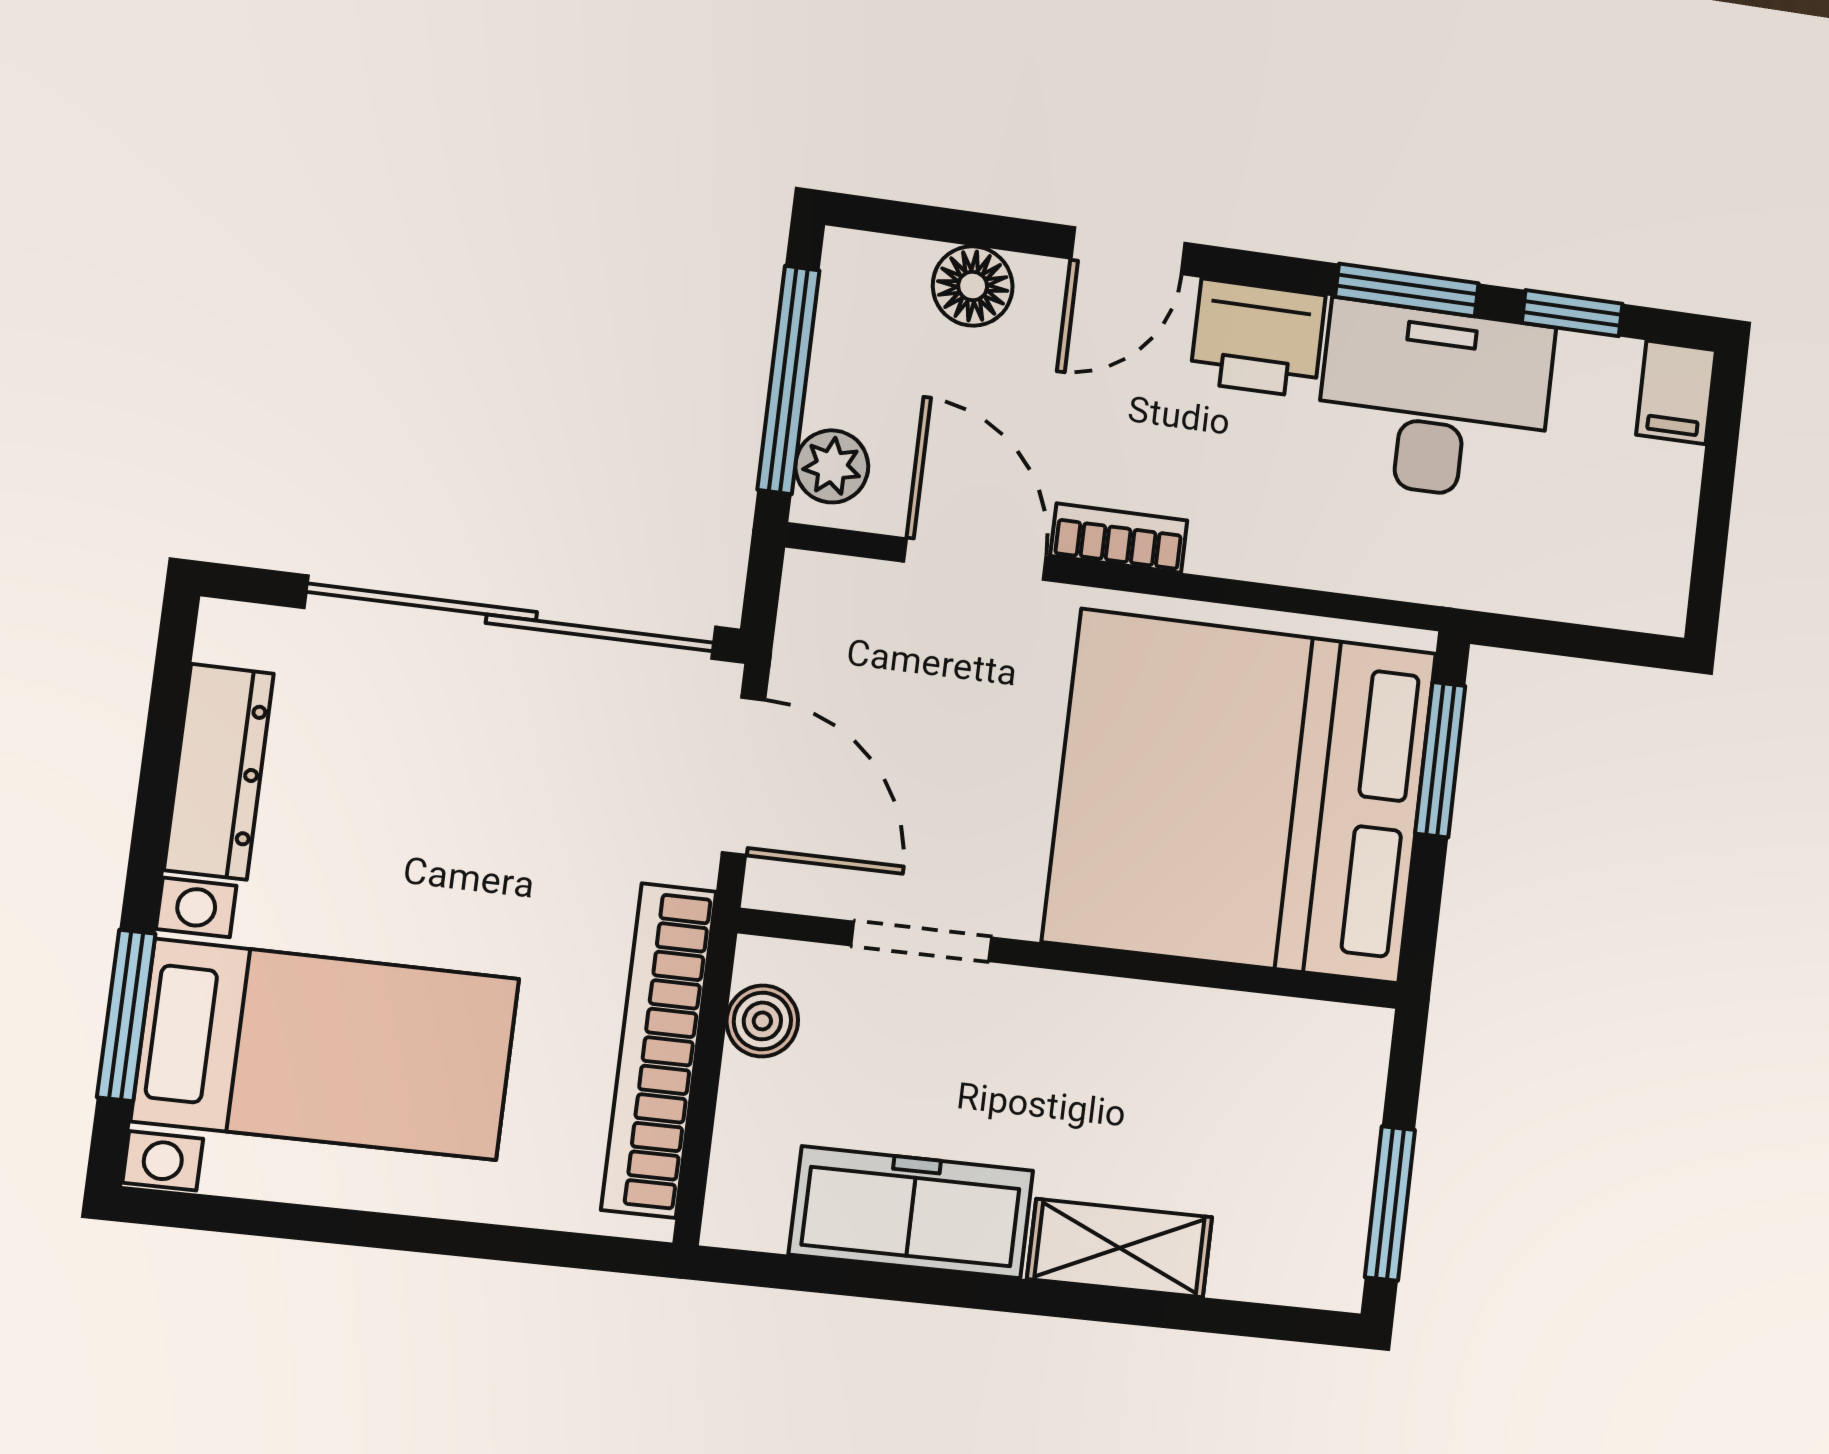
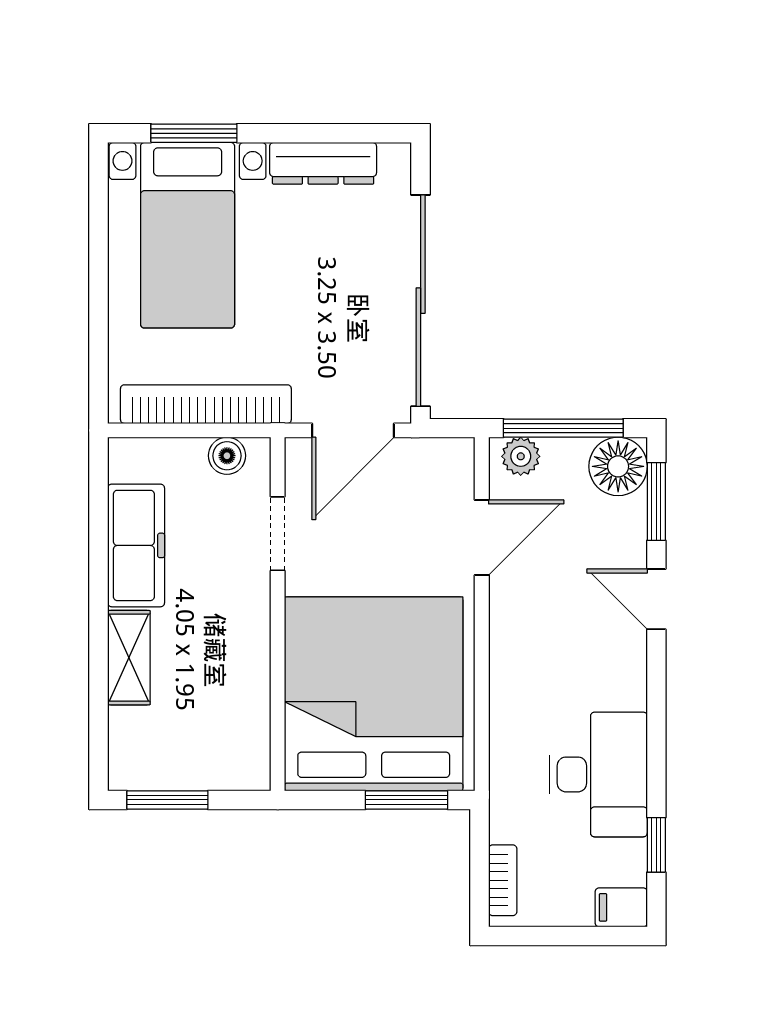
floor lamp: (973, 286) -> (618, 466), moved, width x1.38, depth x1.38
window: (1407, 290) -> (656, 501), moved
printer: (1258, 338) -> (619, 674), removed
bookcase: (1119, 538) -> (503, 880), moved

